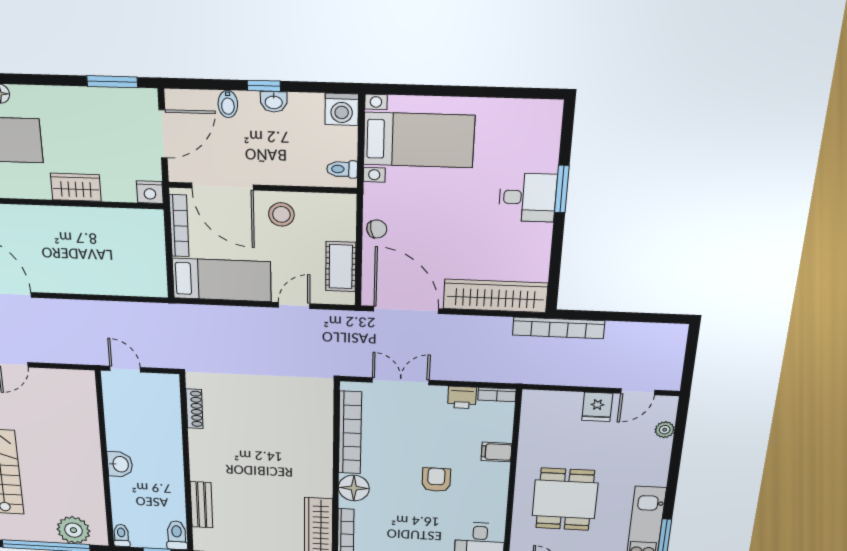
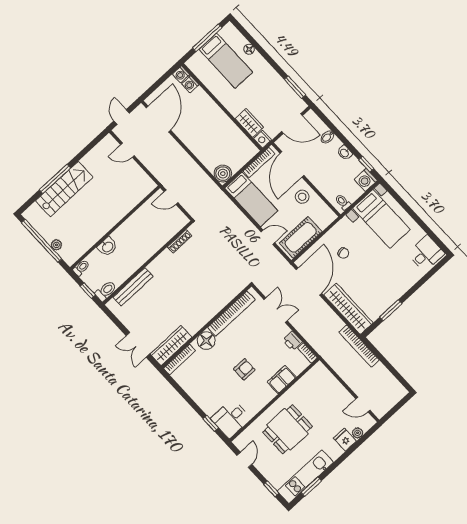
window: (264, 86) -> (366, 164), moved
wardrobe: (76, 187) -> (249, 123), moved
window: (562, 189) -> (391, 310), moved
desk: (528, 197) -> (426, 253), moved, turned -90
chair: (377, 229) -> (343, 253), moved
cot: (341, 267) -> (301, 237), width x1.37, depth x1.34
boiler: (152, 283) -> (223, 174), added
door: (125, 369) -> (171, 197), swing flipped
fridge: (597, 407) -> (345, 440), moved, turned 90
filing cabinet: (496, 452) -> (282, 380), width x2.00
washbasin: (120, 464) -> (107, 247), moved
bench: (201, 505) -> (133, 287), width x1.36
plant: (73, 530) -> (56, 245), width x0.53, depth x0.53

